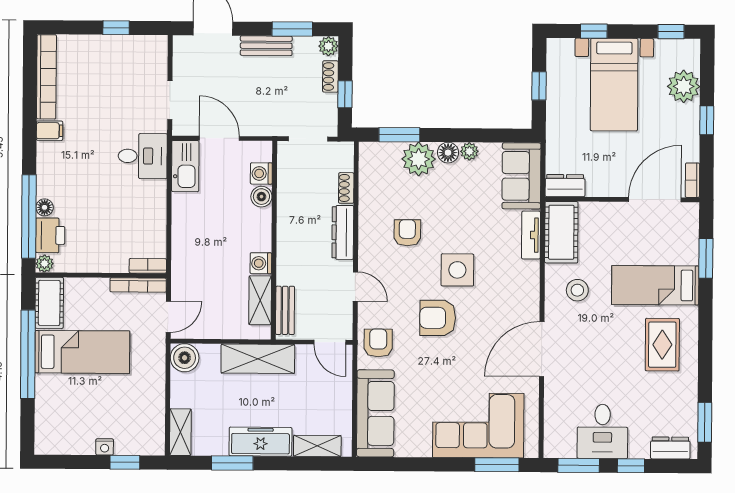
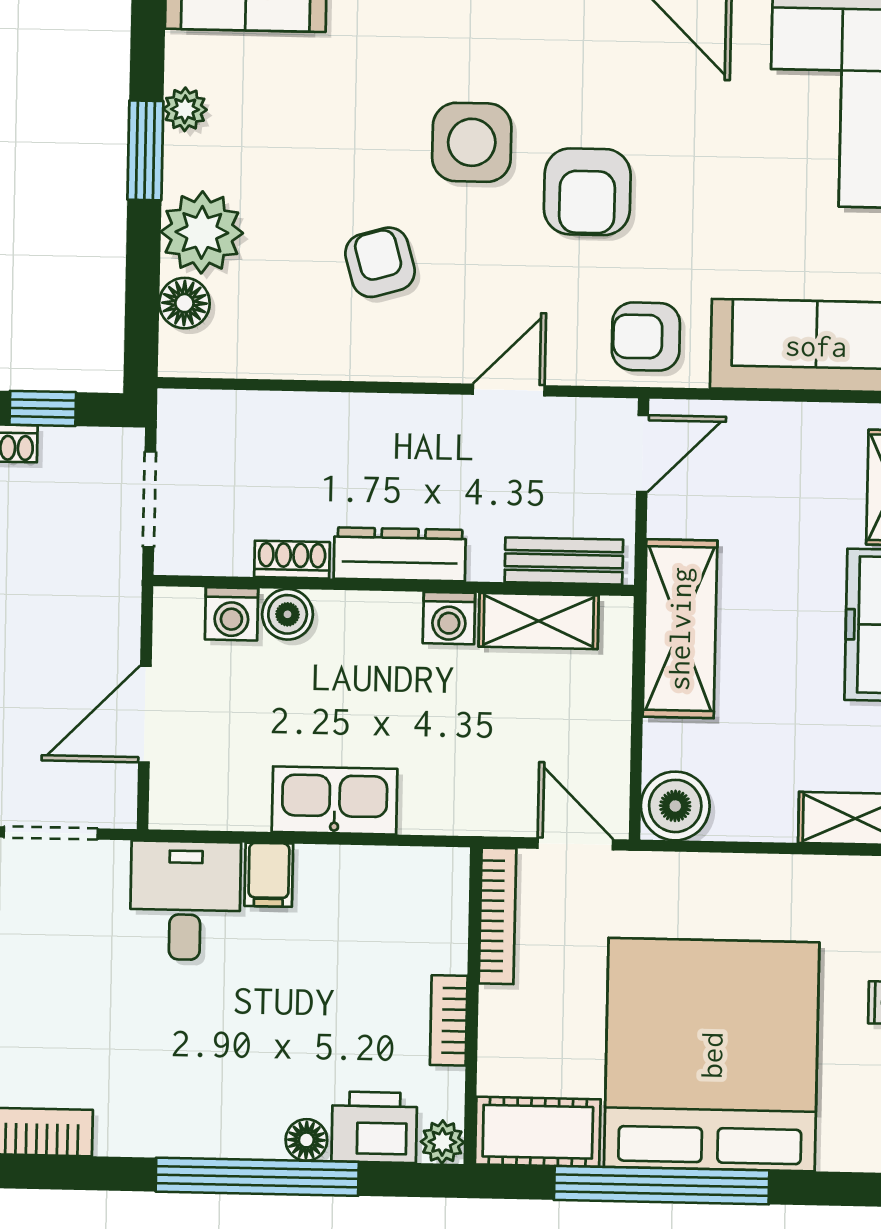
filing cabinet: (50, 131) -> (269, 875), moved, turned 180
window: (399, 135) -> (145, 150), moved
floor lamp: (448, 153) -> (184, 303), moved
kitchen sink: (185, 166) -> (335, 800), moved
shoe rack: (346, 188) -> (292, 560), moved, turned 180
window: (29, 216) -> (257, 1177), moved
dresser: (343, 232) -> (400, 554), moved, turned 180
armchair: (407, 233) -> (380, 262), turned 74
bookcase: (148, 266) -> (449, 1020), moved
bed: (82, 352) -> (712, 1055), width x2.04

